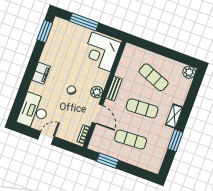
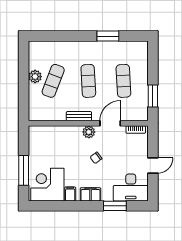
window: (45, 31) -> (115, 206), moved
corner desk: (101, 52) -> (47, 185), moved, turned 180
filing cabinet: (48, 55) -> (70, 194), added
plant: (189, 72) -> (35, 77), moved
shelving: (174, 116) -> (84, 46), removed
door: (46, 138) -> (153, 165), swing flipped

